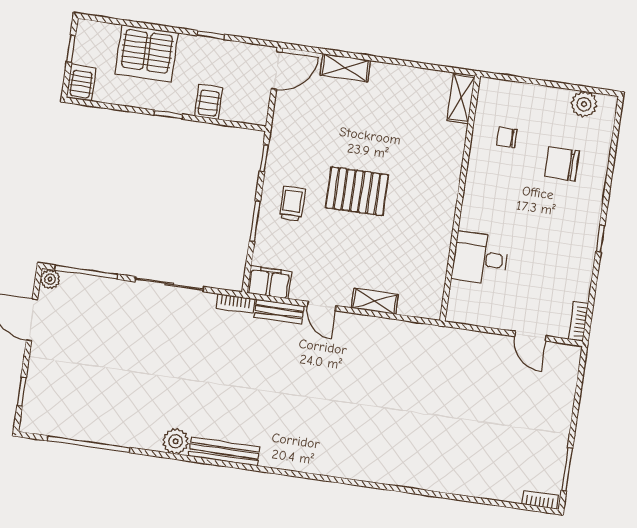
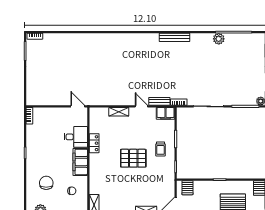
server rack: (209, 102) -> (187, 188), moved
chair: (562, 164) -> (46, 183), turned -90
filing cabinet: (478, 200) -> (80, 162), added
locker: (441, 238) -> (94, 143), added
door: (530, 336) -> (78, 106), moved
plant: (176, 441) -> (219, 39), moved

